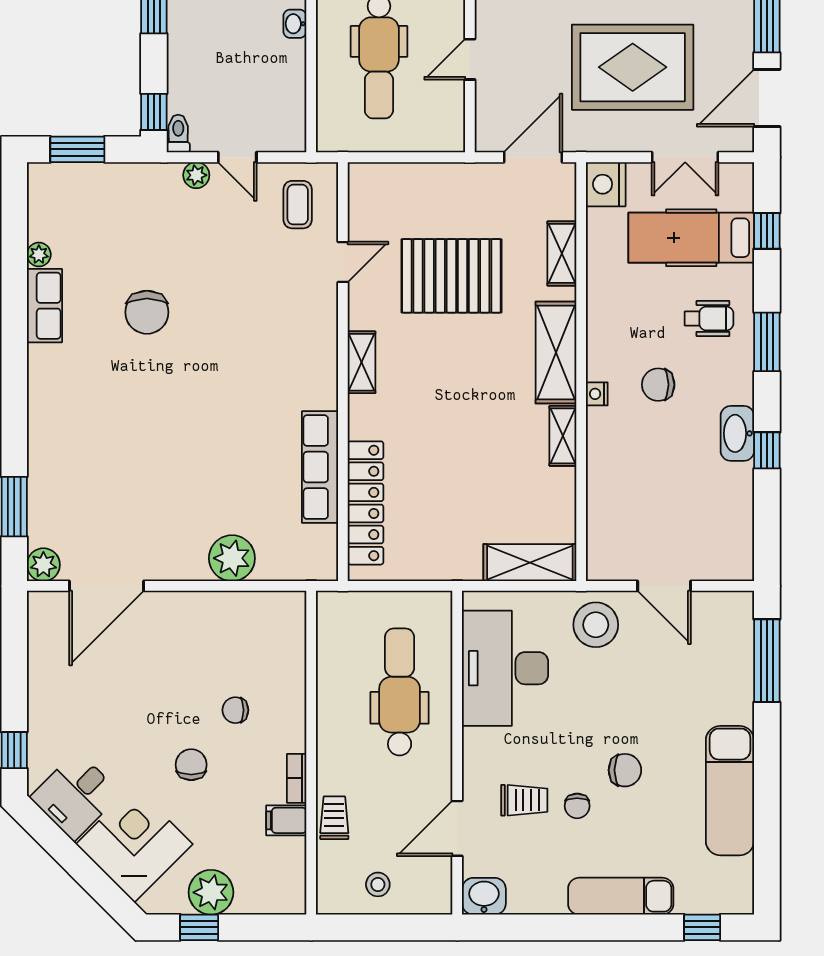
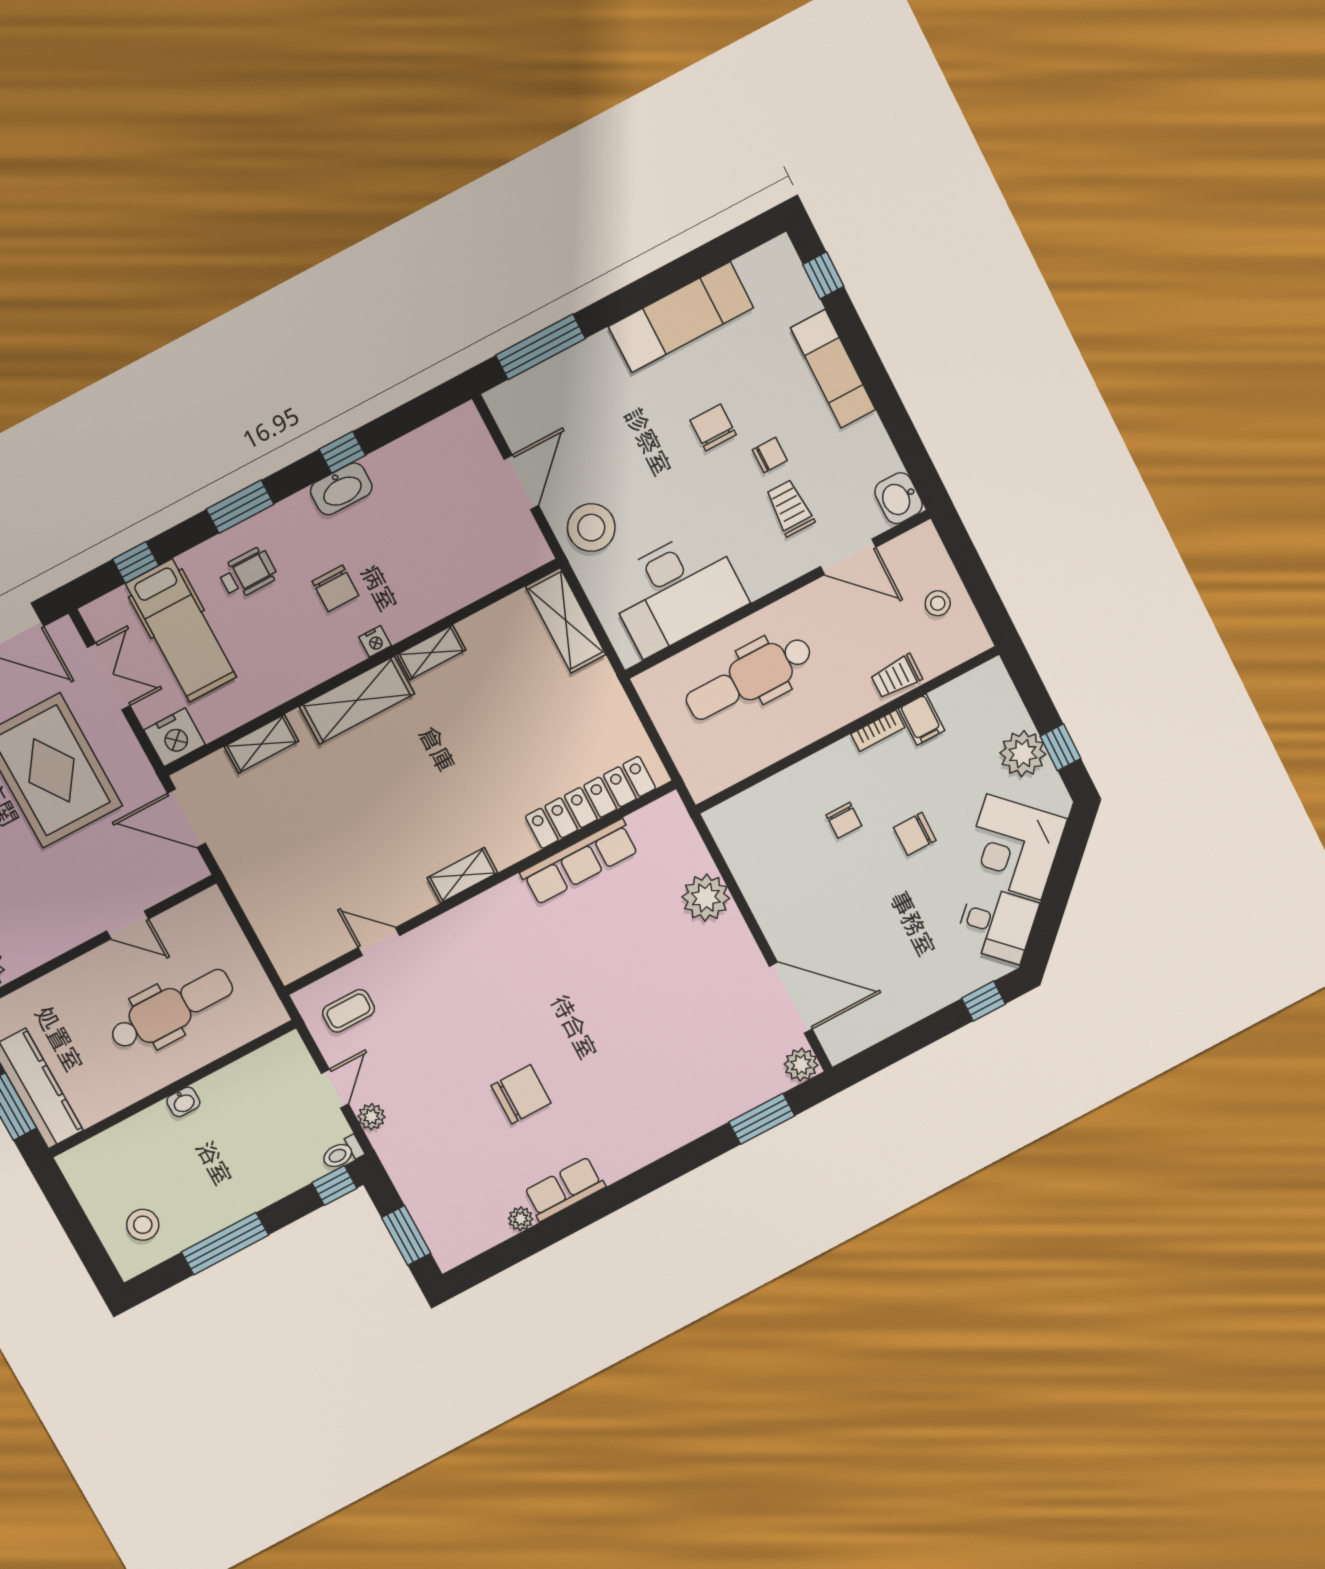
pallet: (451, 276) -> (338, 835), removed
wheelchair: (709, 318) -> (248, 573), turned 90

